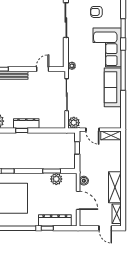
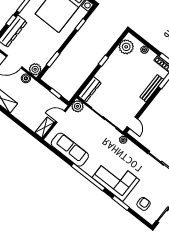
armchair: (96, 12) -> (144, 204), moved
door: (43, 69) -> (132, 123), moved
sofa: (113, 87) -> (70, 150), moved
dresser: (26, 123) -> (90, 89), moved
plant: (56, 179) -> (35, 69), moved

